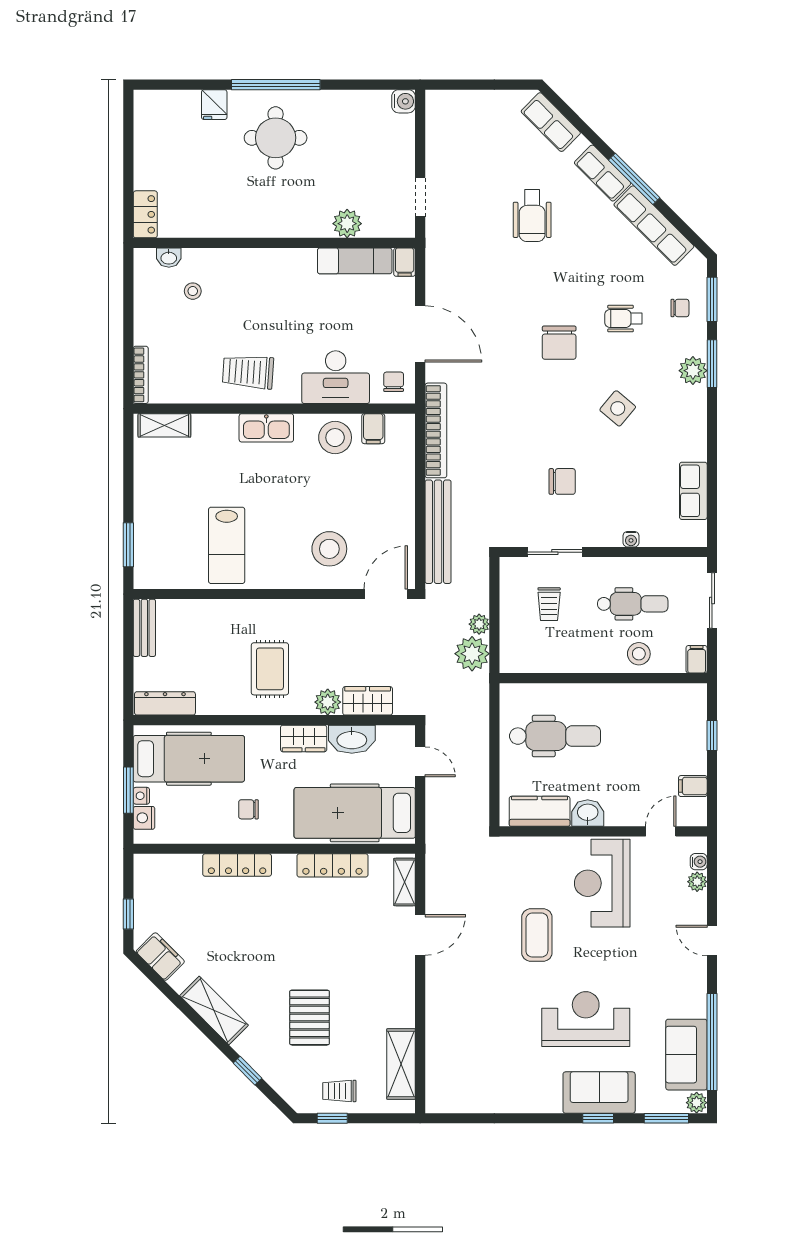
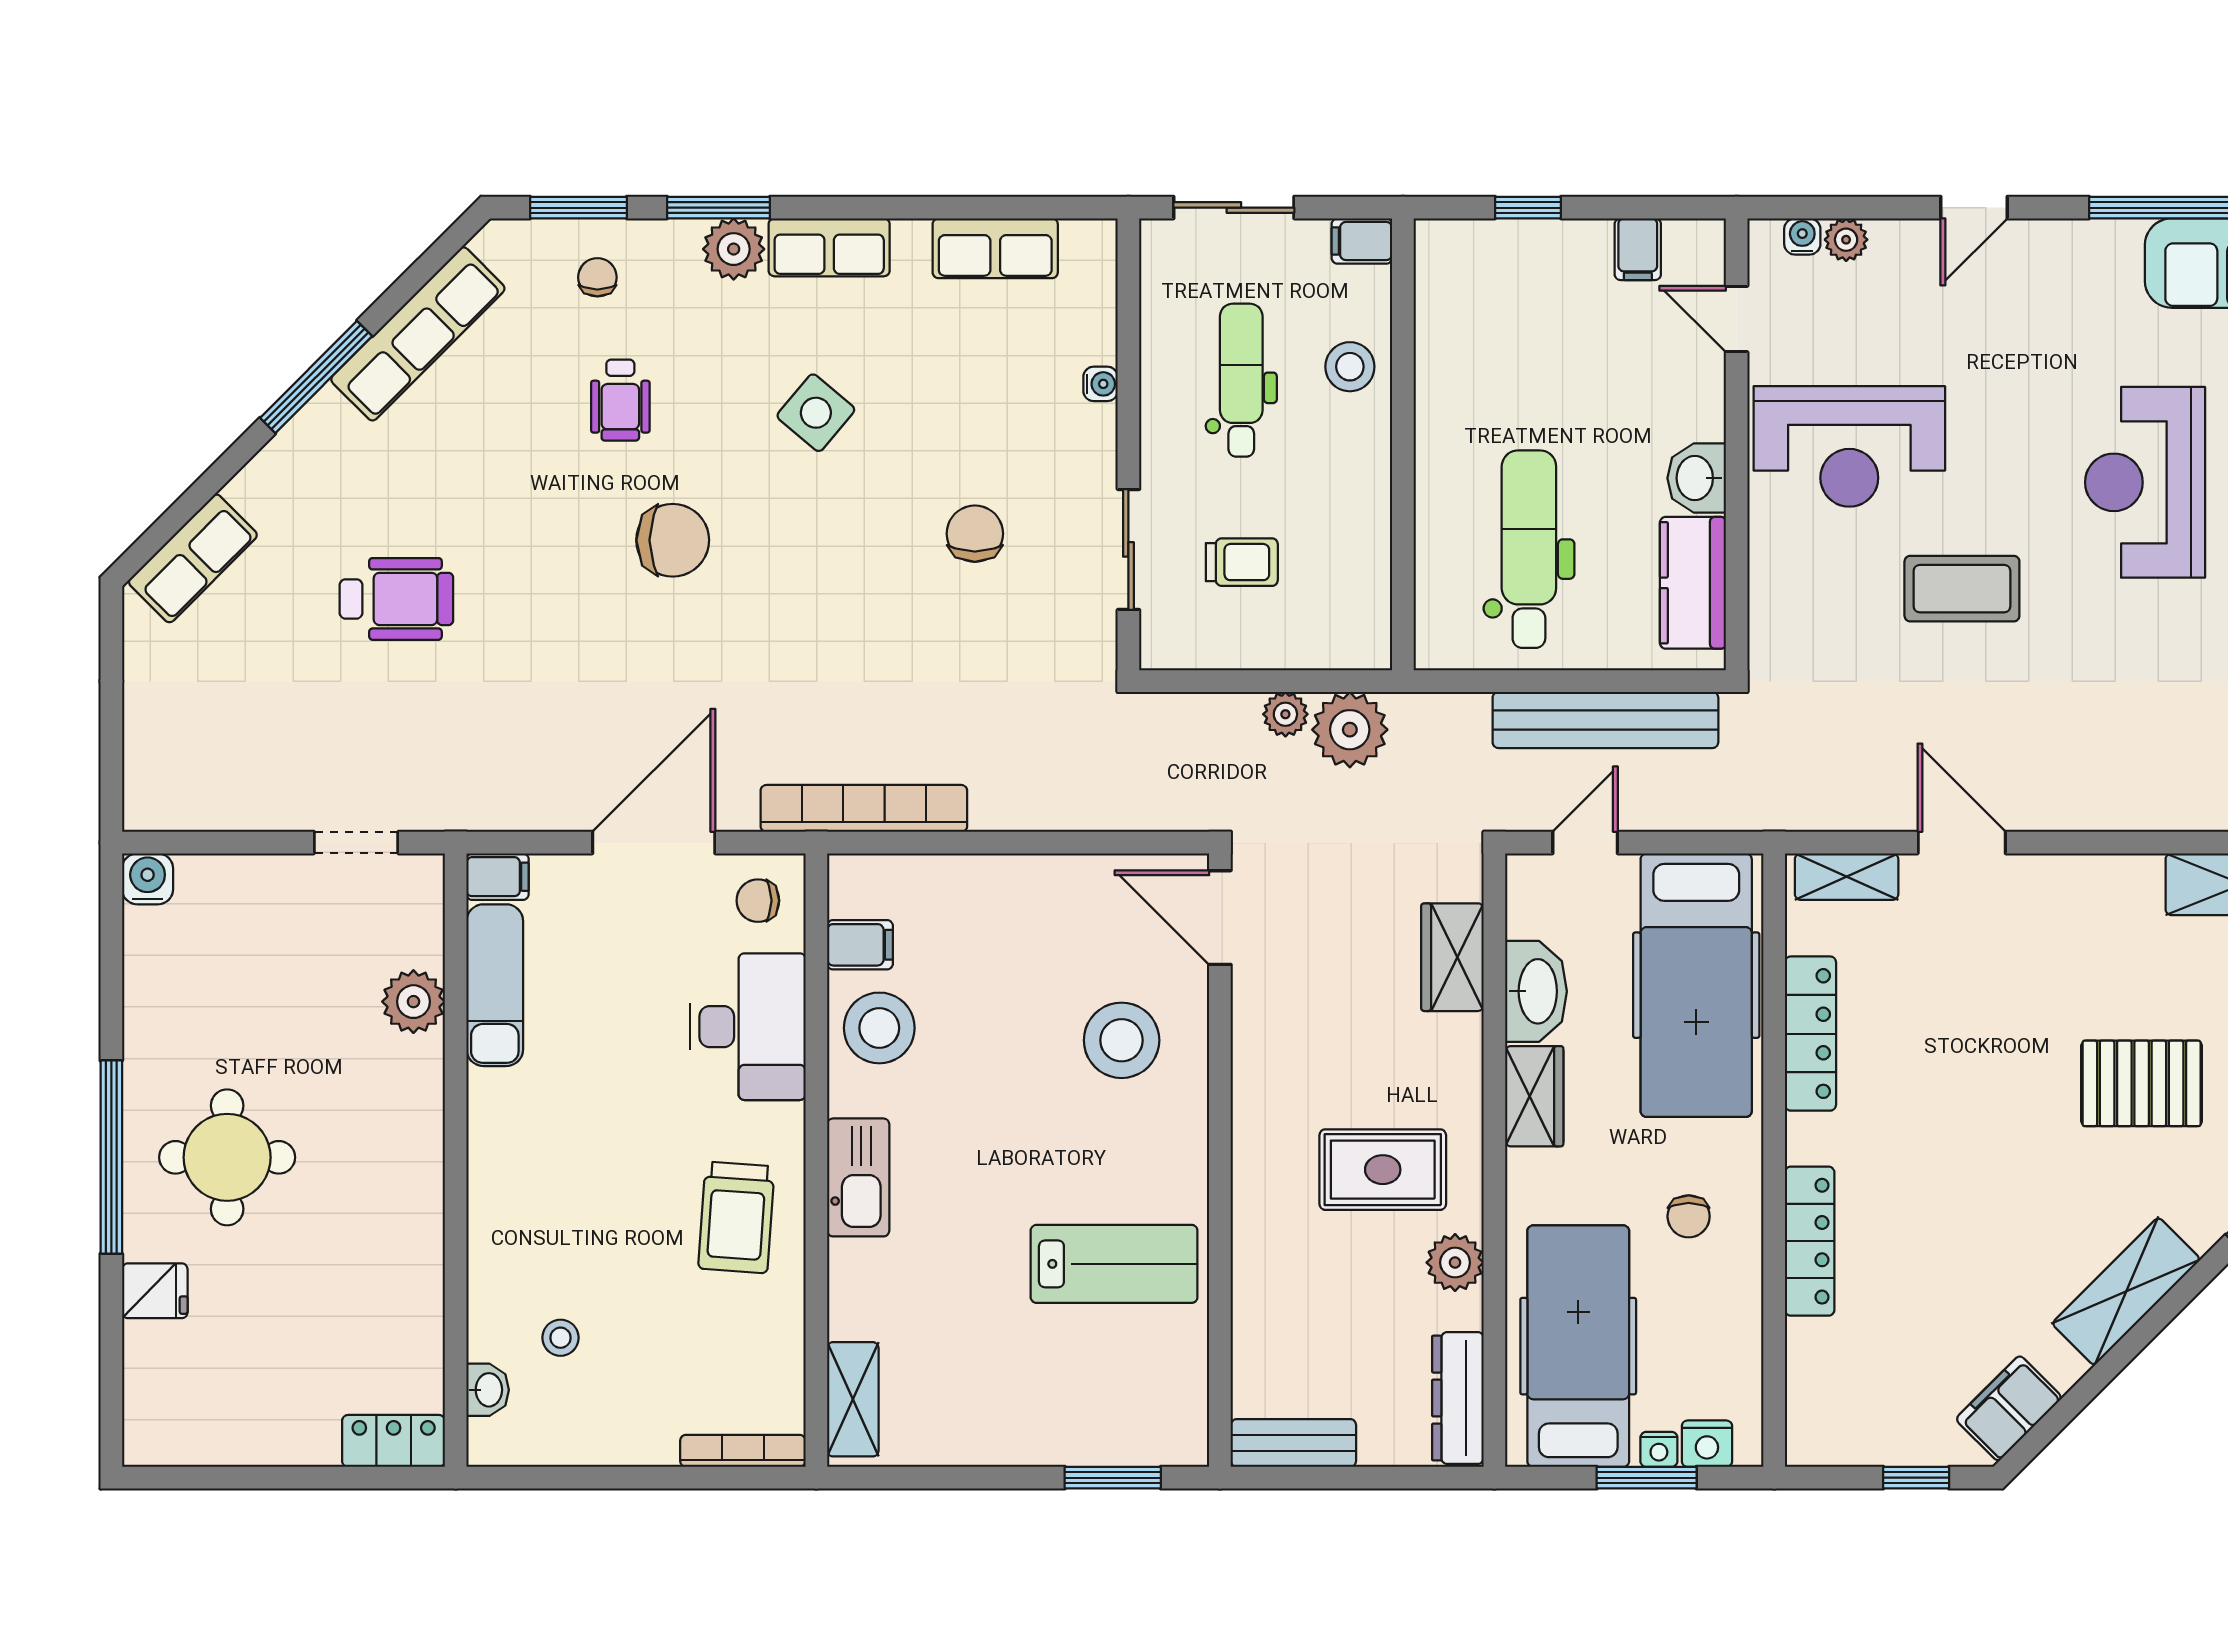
row of seats: (603, 173) -> (829, 247), moved, turned 45
bench: (438, 532) -> (1605, 720), moved
plant: (328, 702) -> (1455, 1263), moved

